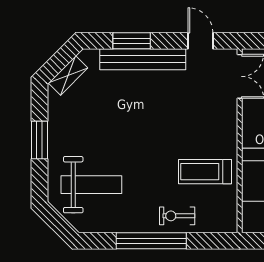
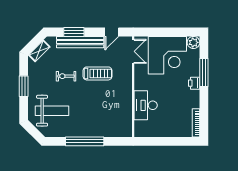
door: (201, 41) -> (112, 32), swing flipped
treadmill: (205, 172) -> (97, 73), moved, turned 180
exercise bike: (177, 216) -> (66, 76), moved

